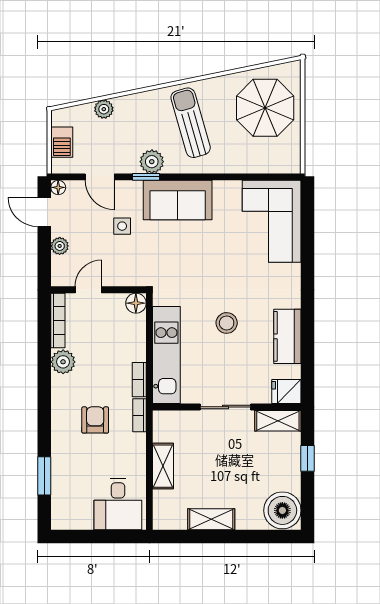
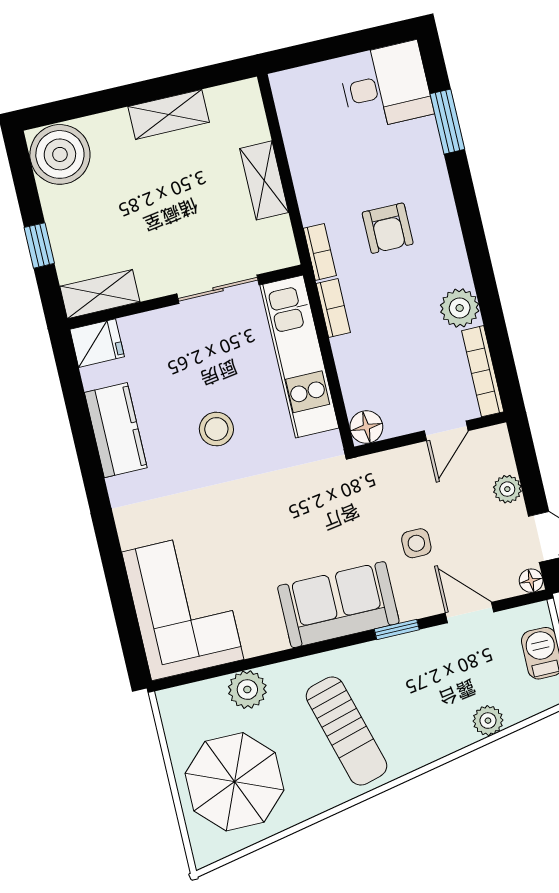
plant: (152, 162) -> (247, 690), moved
sliding door: (226, 407) -> (218, 289), moved
desk: (118, 504) -> (386, 86), moved, turned 90

